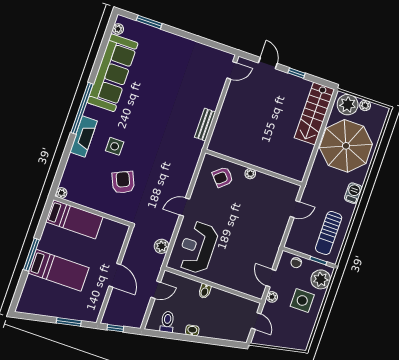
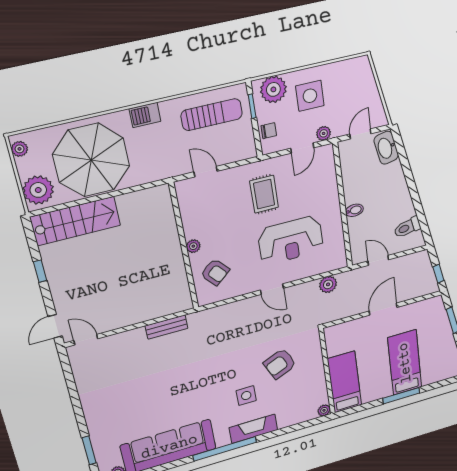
door: (268, 63) -> (55, 326), moved
plant: (365, 105) -> (19, 149), moved
rug: (256, 238) -> (264, 194), added
reception desk: (198, 247) -> (291, 240), moved
washbasin: (192, 330) -> (386, 148), moved, width x1.91, depth x1.45

